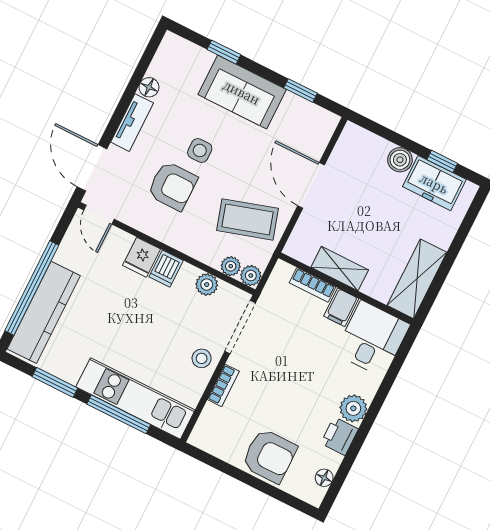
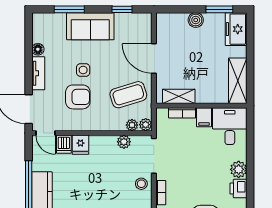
window: (224, 52) -> (69, 9), width x1.50
window: (442, 161) -> (219, 9), width x1.50
freezer: (434, 183) -> (236, 29), moved, turned 90
dishwasher: (166, 269) -> (64, 144), moved
shelving: (340, 269) -> (179, 96), moved

